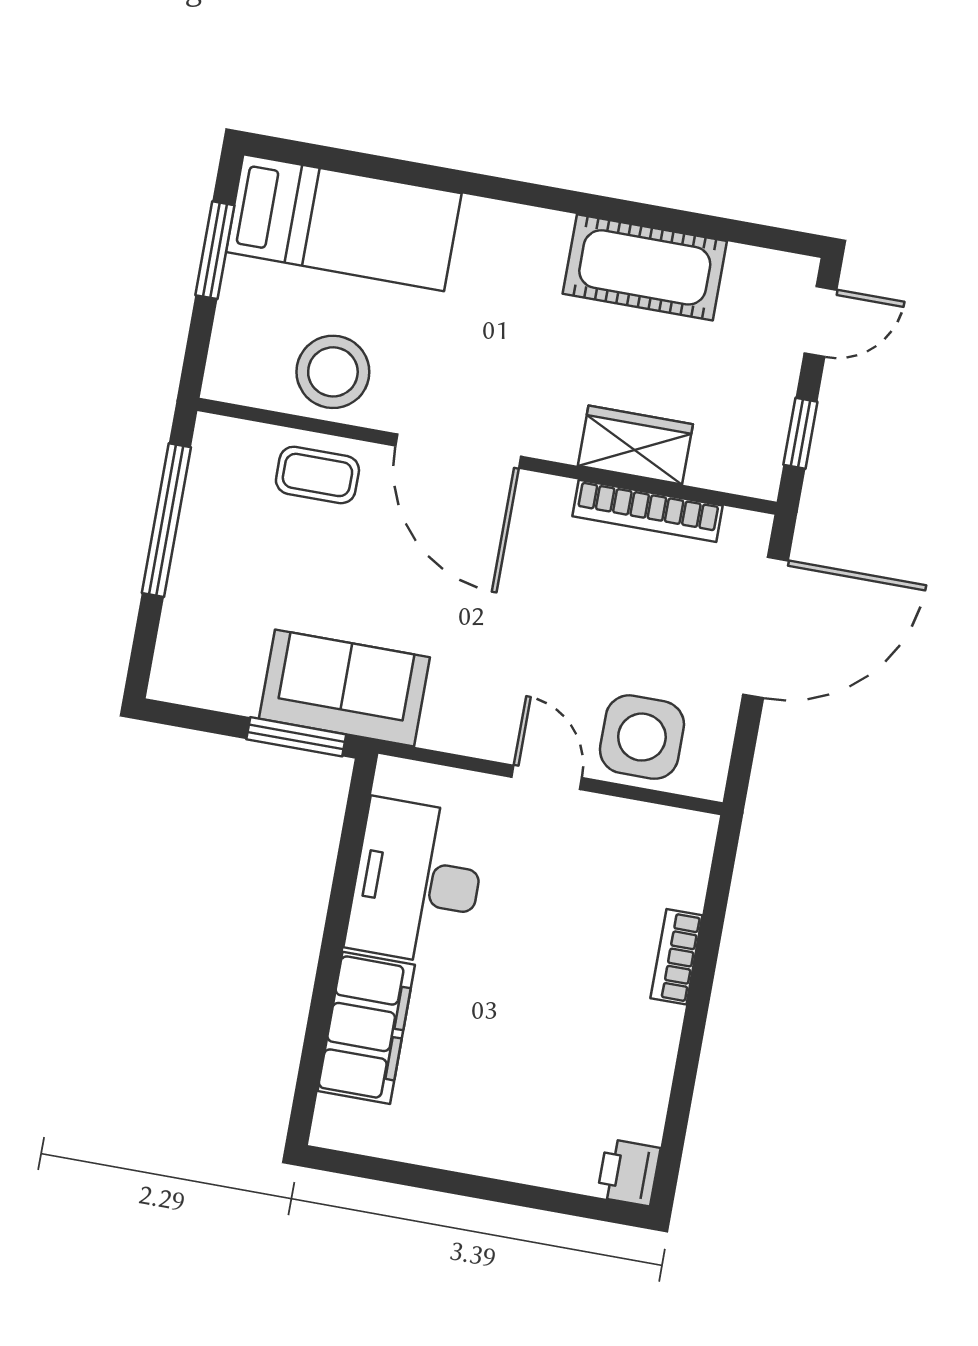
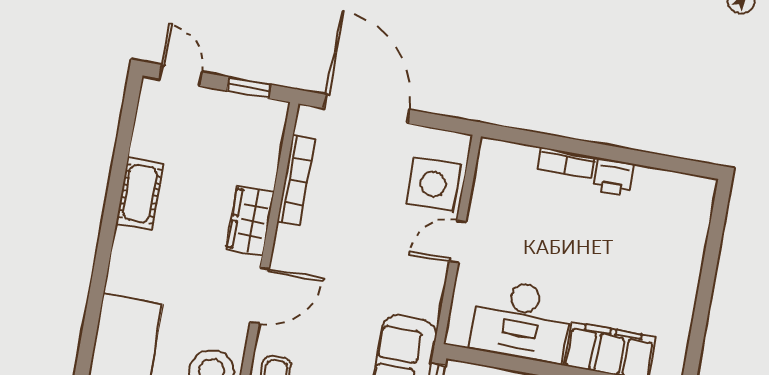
cot: (645, 267) -> (140, 193), width x0.73, depth x0.75
wardrobe: (635, 445) -> (250, 221), moved
door: (458, 451) -> (260, 295), width x0.73
printer: (629, 1173) -> (613, 177), moved

